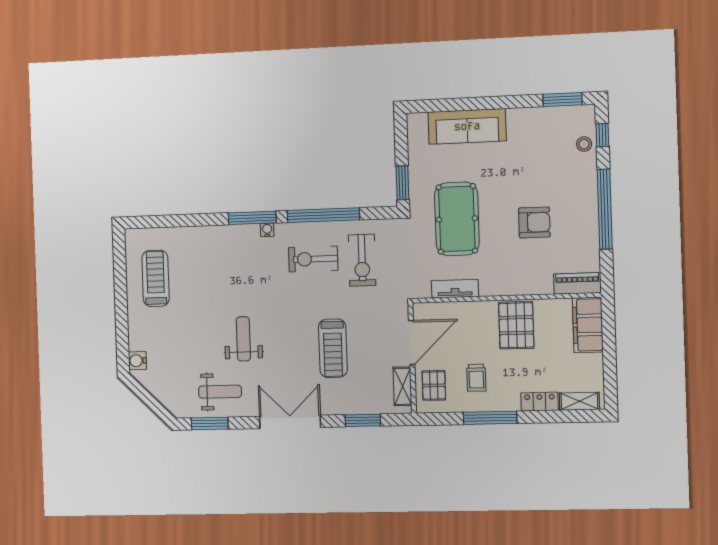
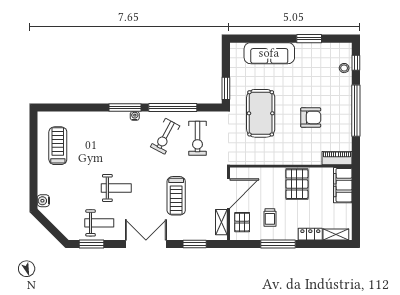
window: (562, 100) -> (309, 39), moved
exercise bike: (313, 259) -> (165, 136), turned -62
tv unit: (455, 289) -> (258, 159), removed
weight bench: (243, 339) -> (116, 188), turned 90

